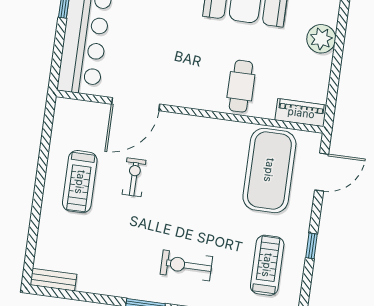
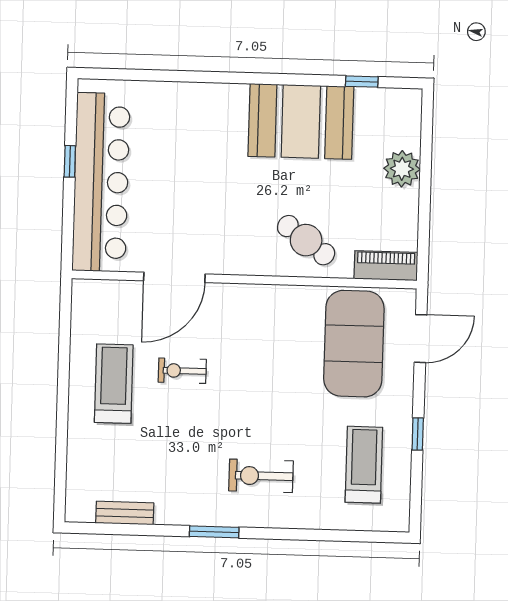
cafe table: (241, 86) -> (306, 240), turned -54
exercise bike: (134, 177) -> (182, 371), turned -90
treadmill: (80, 182) -> (114, 384), turned 180
bench: (53, 280) -> (125, 513), moved

